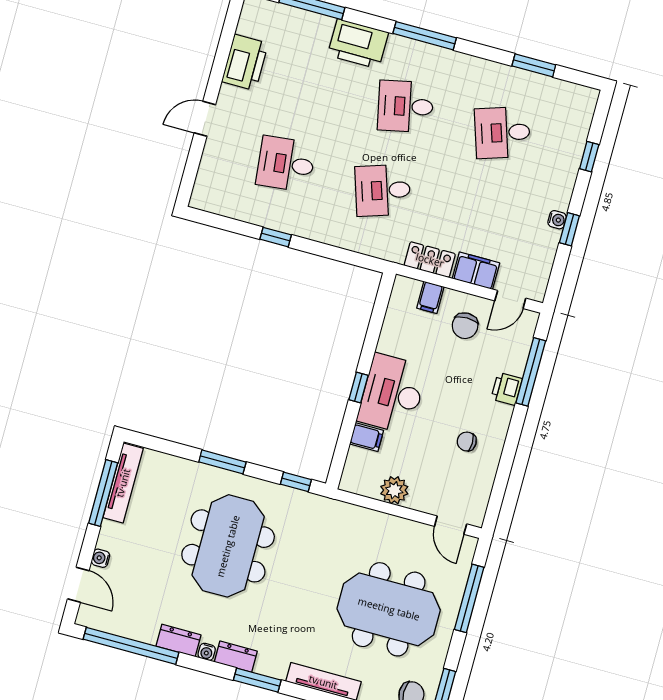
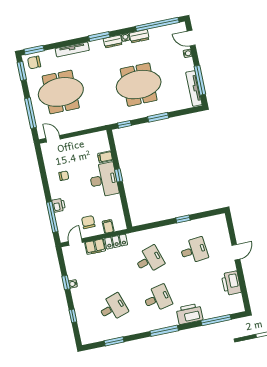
plant: (394, 490) -> (83, 141), removed
meeting table: (228, 546) -> (139, 85), turned 90

